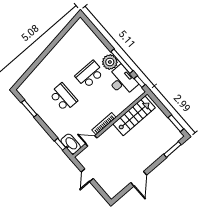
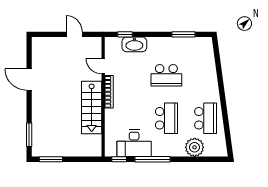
school desk: (69, 51) -> (206, 118), added
plant: (110, 62) -> (195, 147), moved
stairs: (134, 116) -> (92, 107), moved
door: (91, 141) -> (103, 66), swing flipped
washbasin: (71, 144) -> (134, 44), moved

